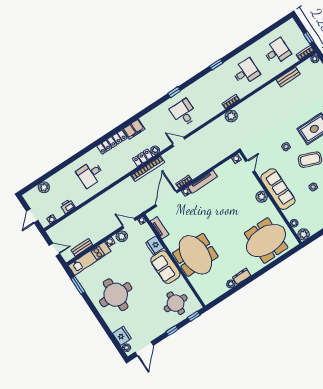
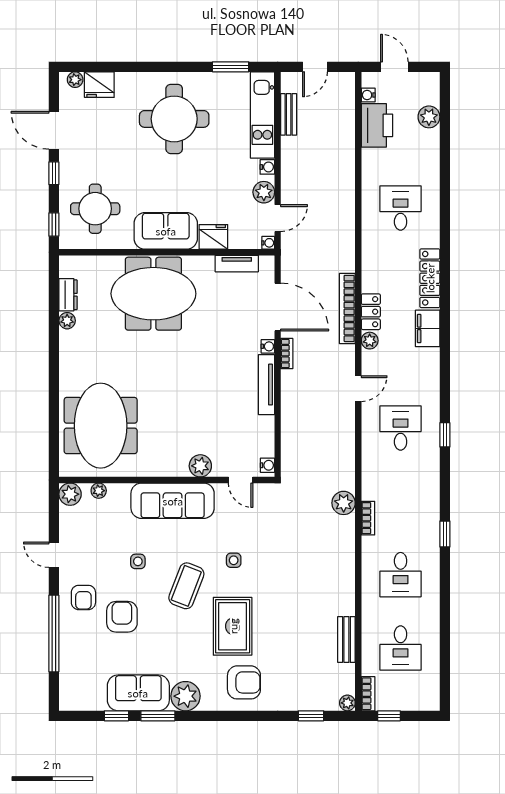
desk: (184, 113) -> (401, 428), turned -90
plant: (262, 197) -> (200, 466), moved
printer: (68, 206) -> (377, 125), width x1.87, depth x1.48
dresser: (242, 276) -> (68, 295), moved
door: (144, 349) -> (54, 130), moved

